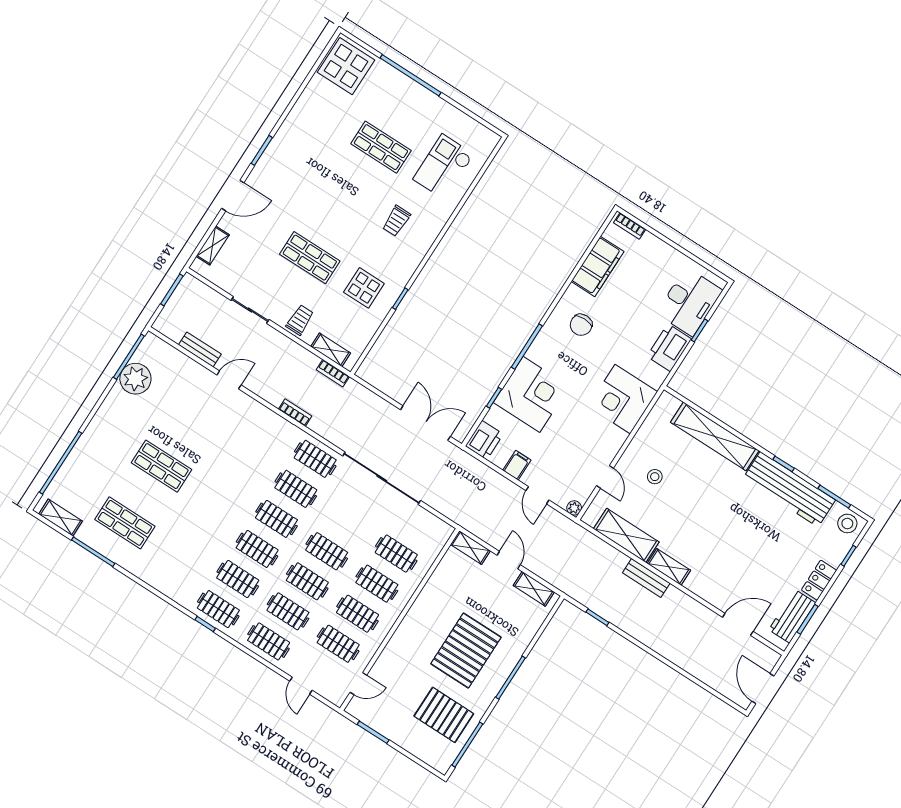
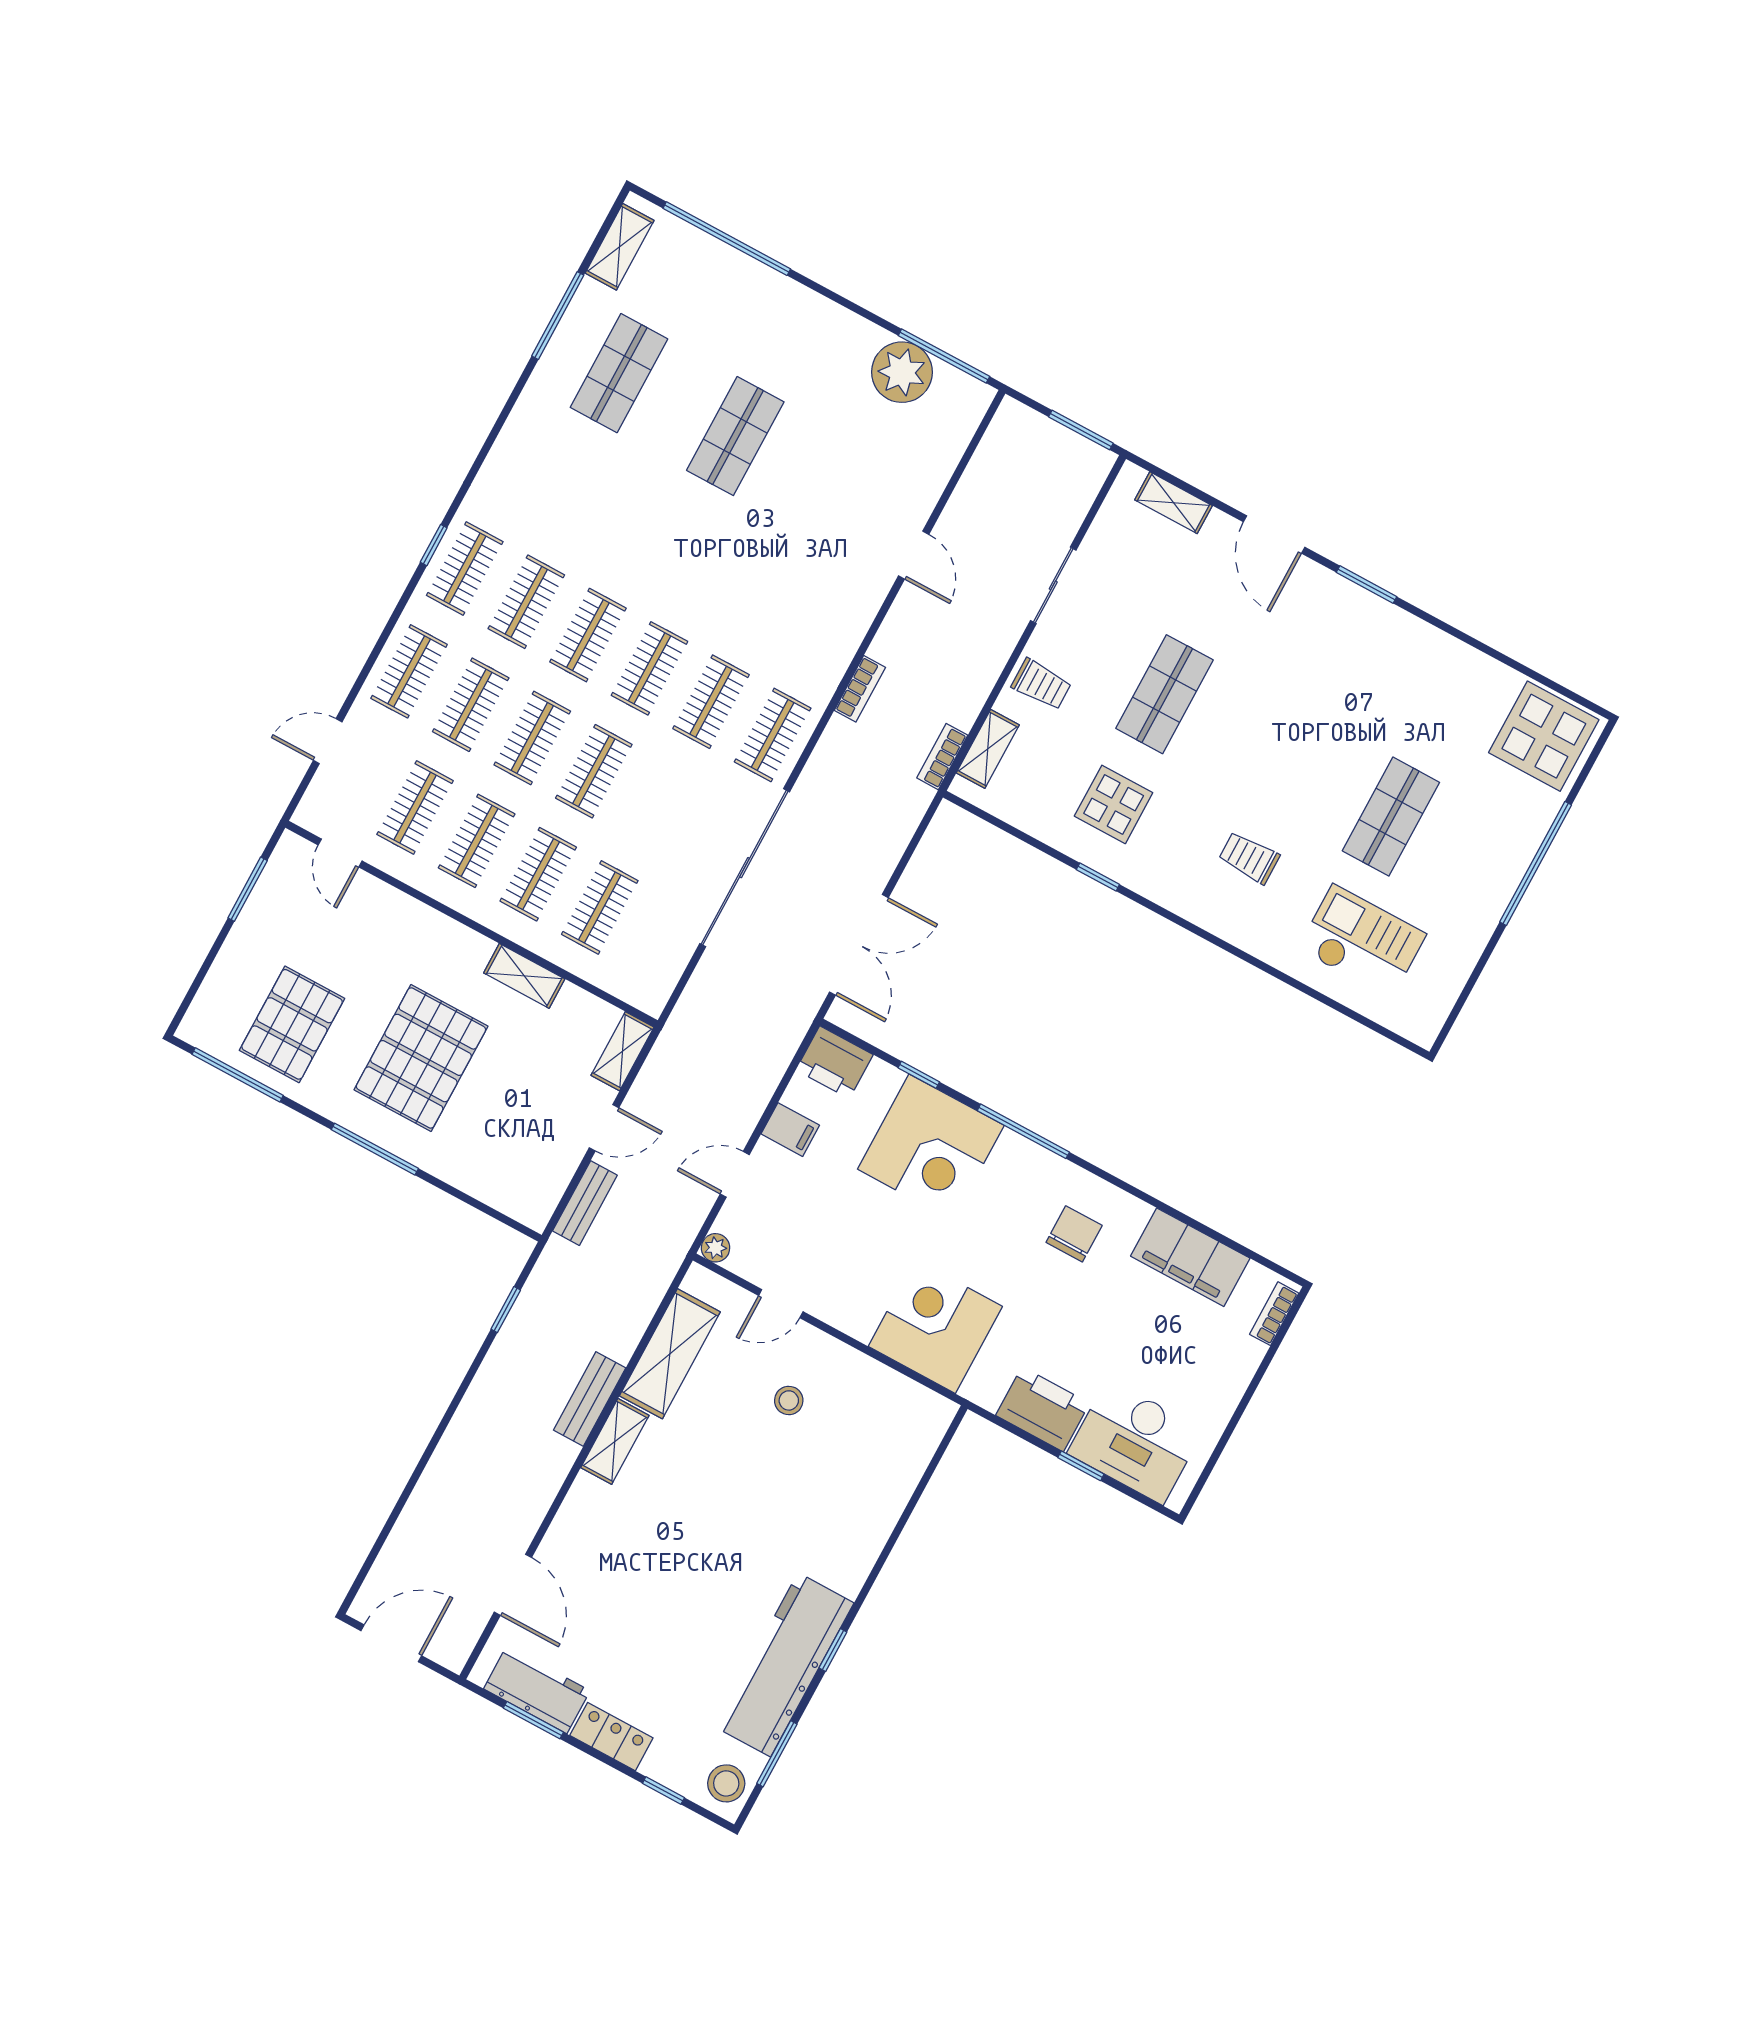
chair: (581, 325) -> (1074, 1234), turned 90
bench: (200, 349) -> (585, 1203), moved
shelving: (715, 436) -> (876, 1511), removed
shelving: (534, 589) -> (524, 976), moved, turned 90
pallet: (466, 651) -> (421, 1058), turned 90

